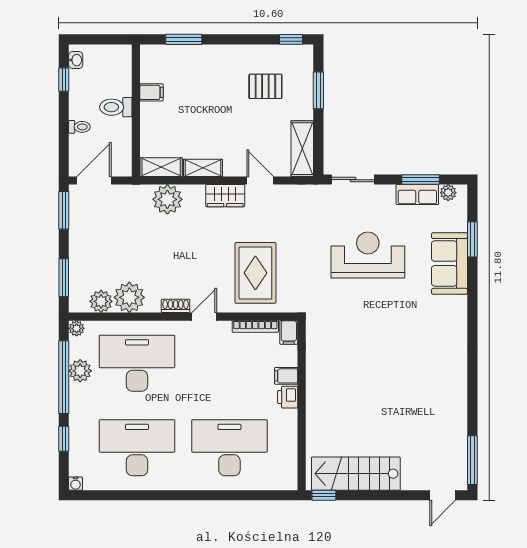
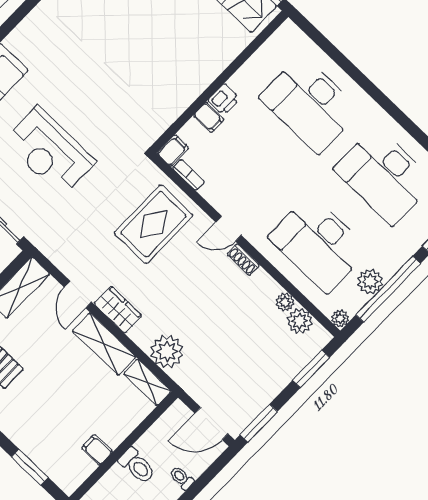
shelving: (203, 168) -> (104, 344), width x1.50, depth x1.33
plant: (129, 297) -> (285, 302), width x0.53, depth x0.53
bookcase: (255, 327) -> (188, 175), width x0.64

